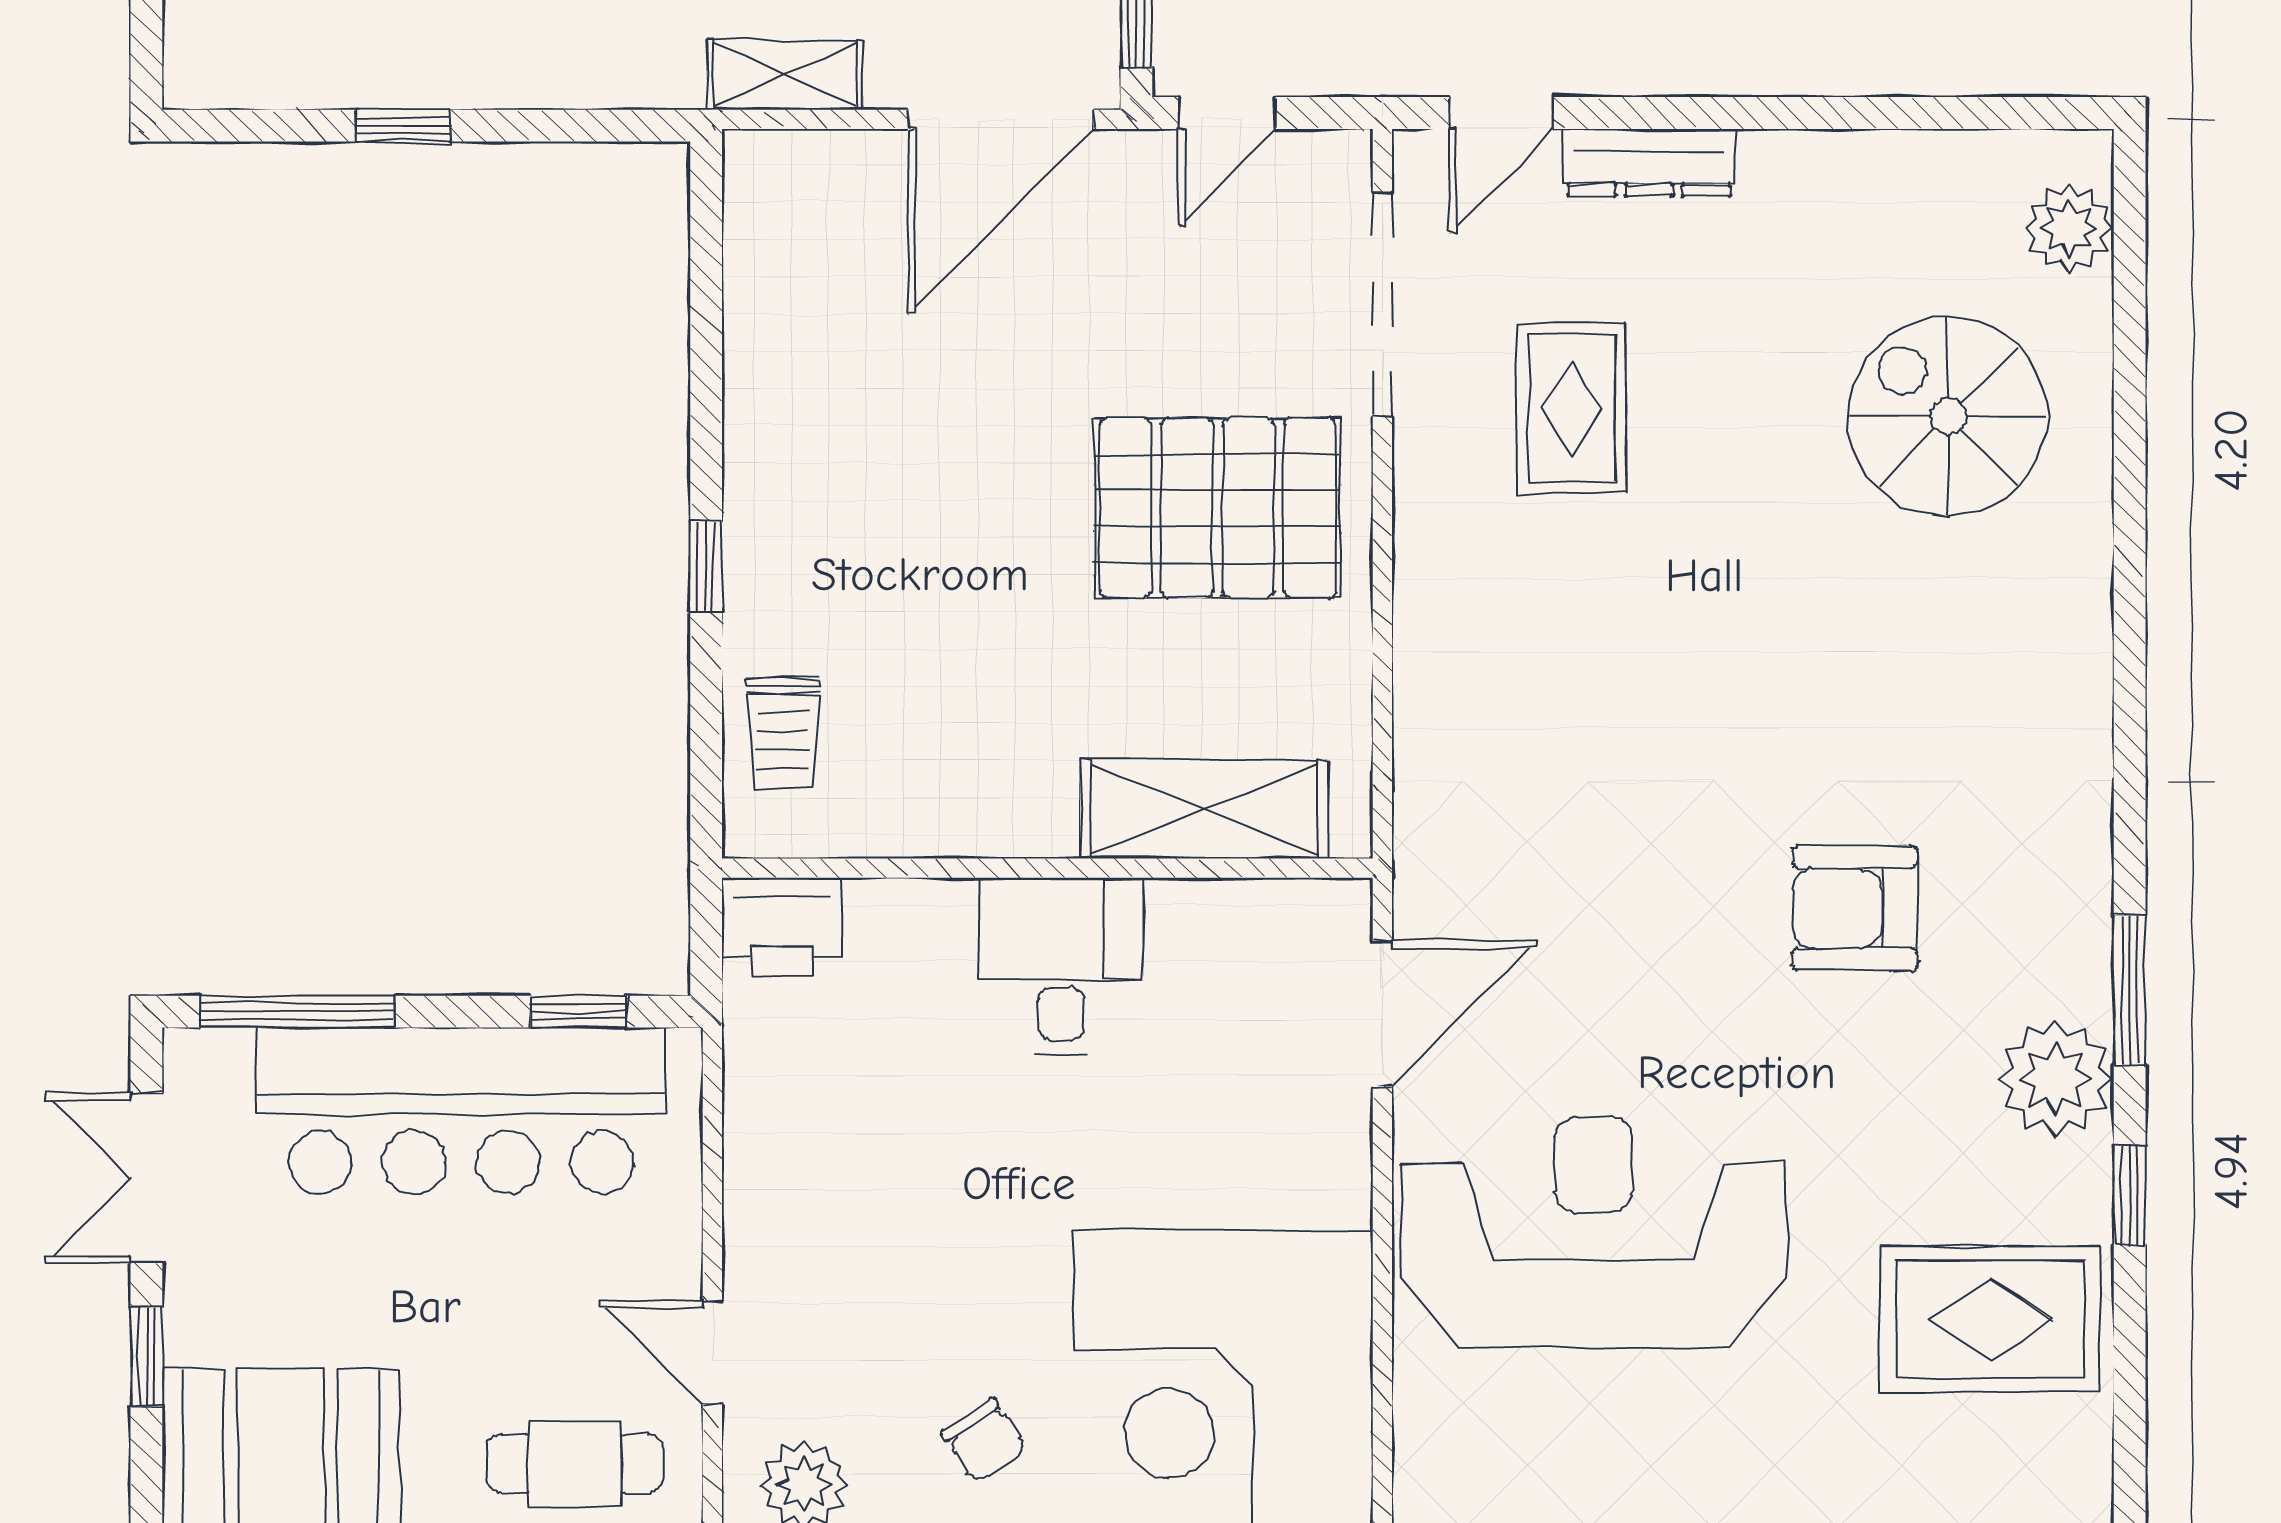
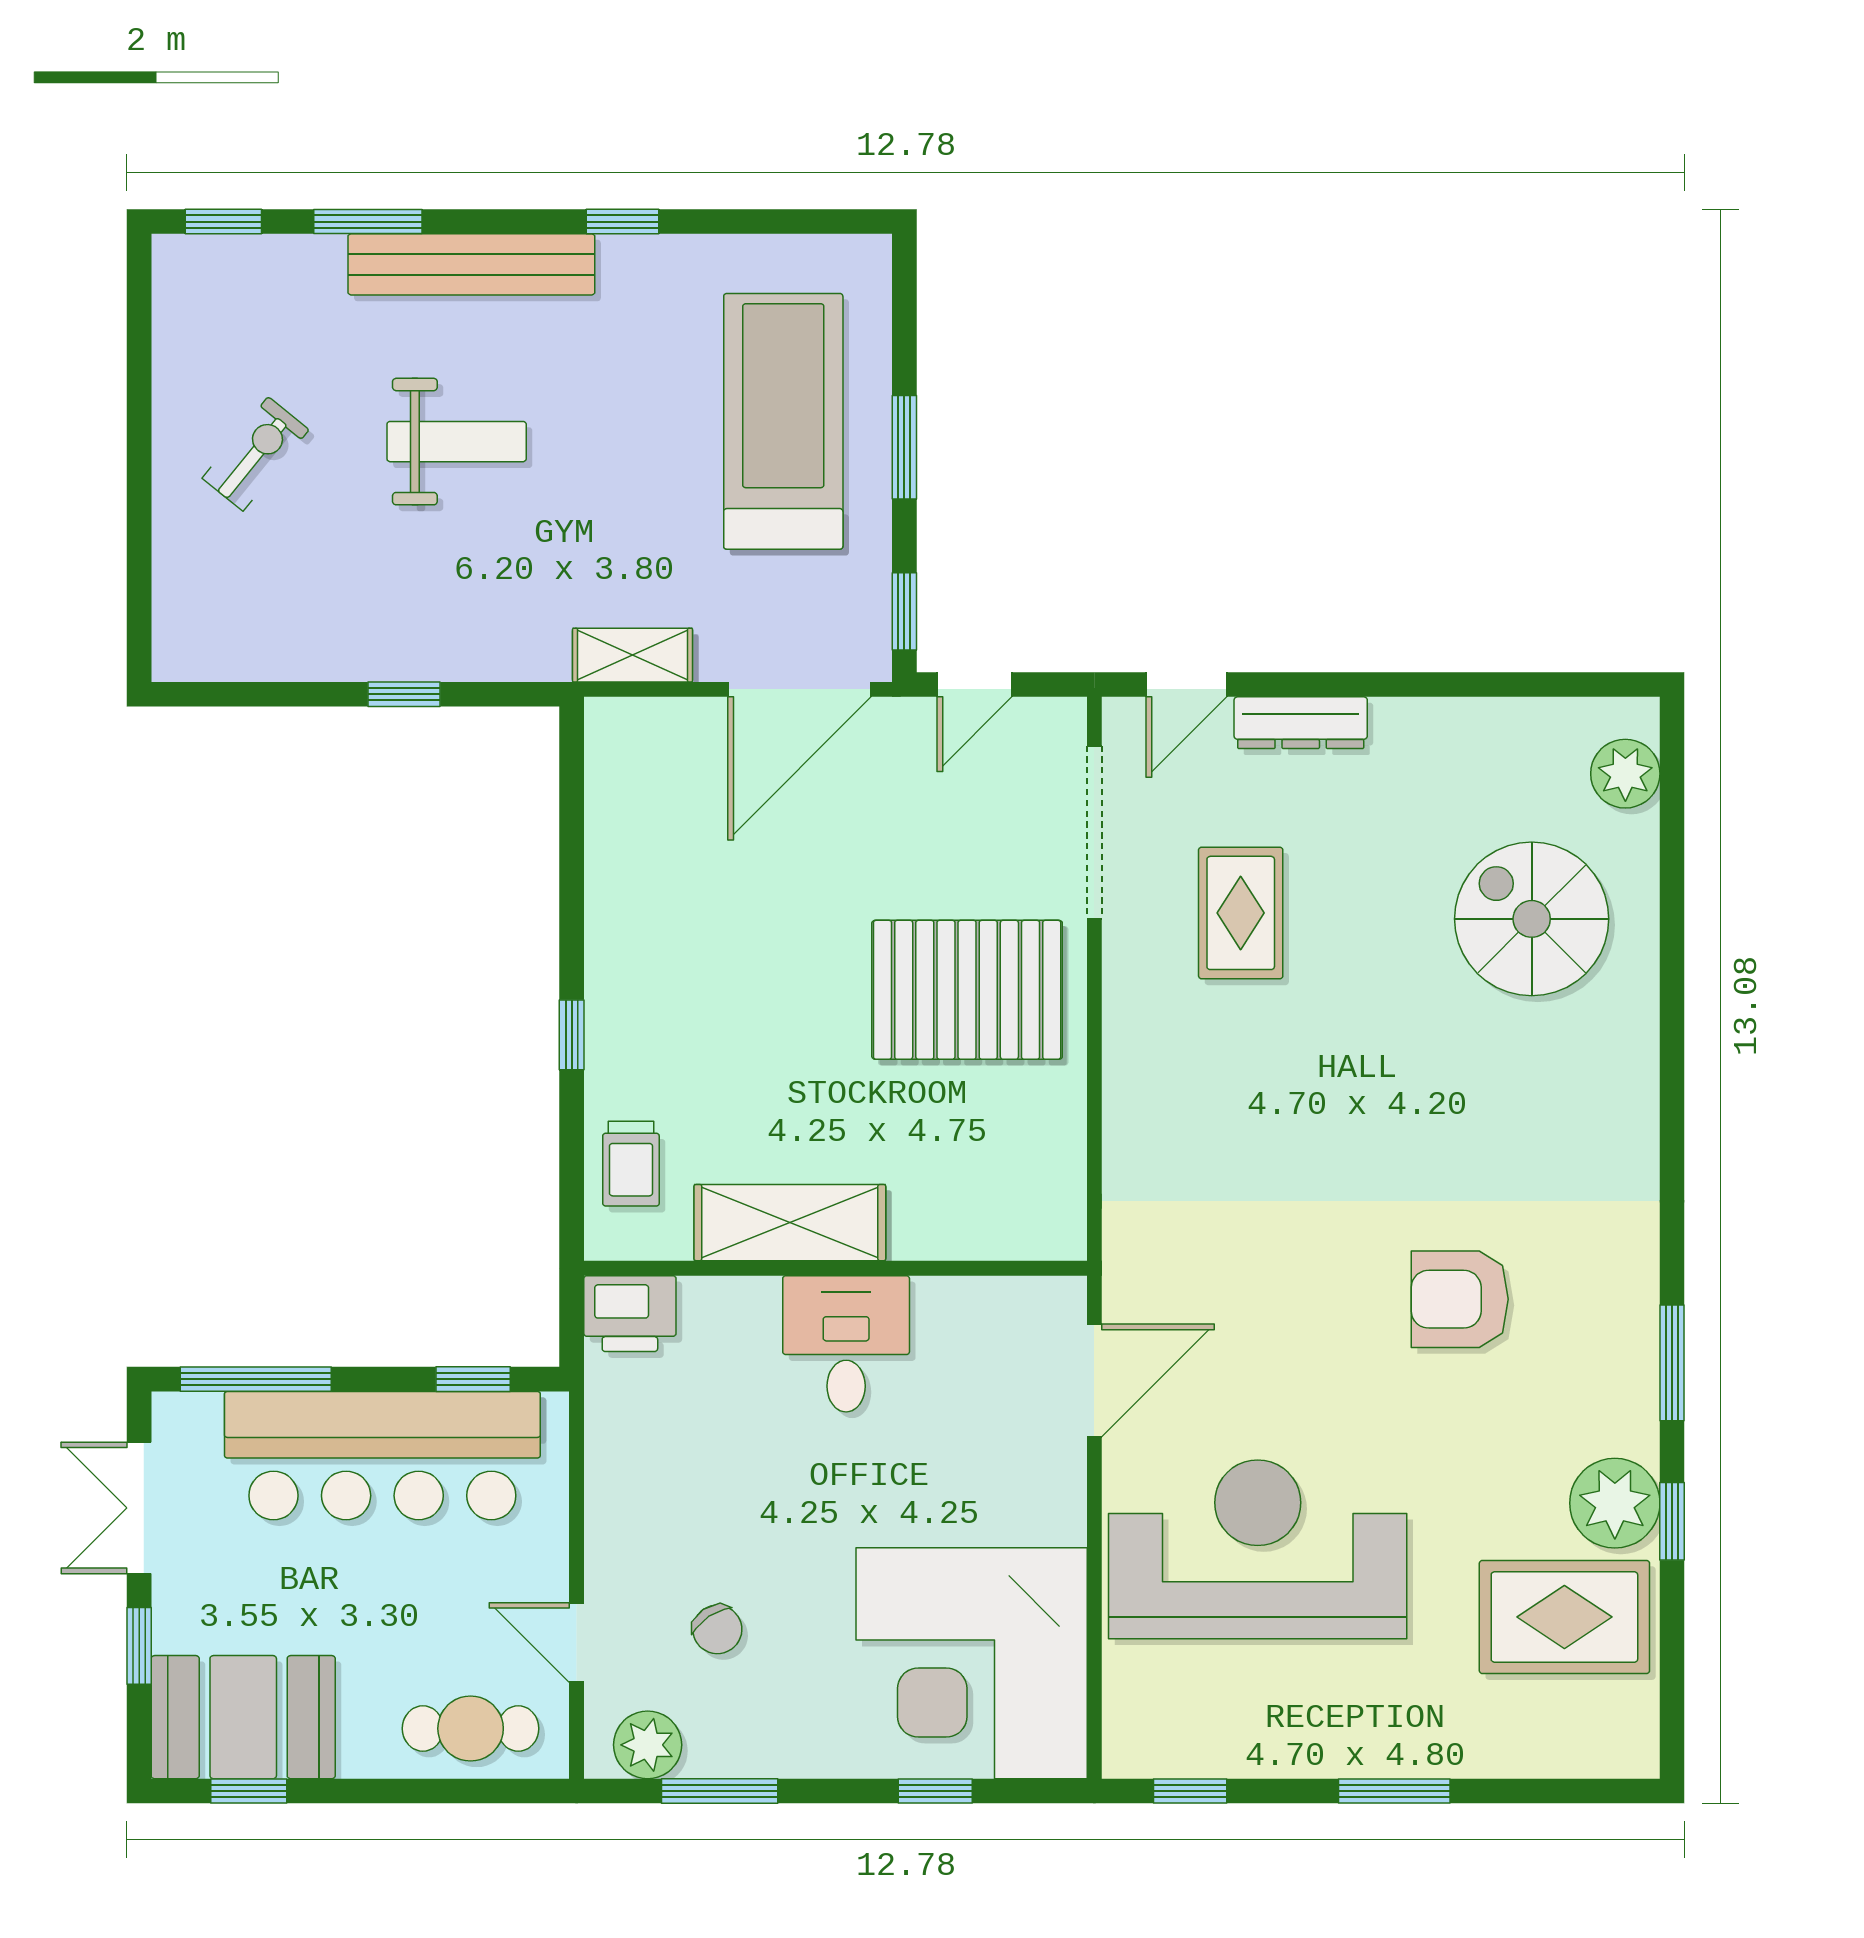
window: (403, 126) -> (404, 694), moved
shelving: (1204, 809) -> (790, 1223), moved
plant: (2056, 1078) -> (1615, 1503), moved
chair: (984, 1440) -> (717, 1629), moved

